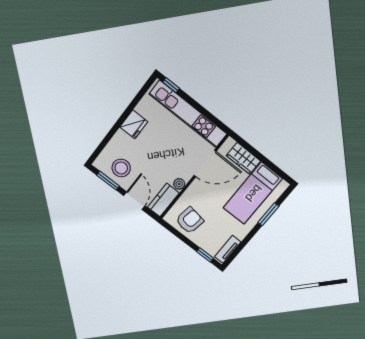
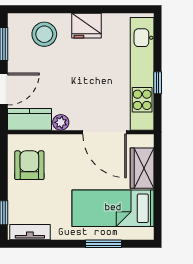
window: (171, 85) -> (158, 83), moved
stool: (121, 168) -> (44, 34), moved
armchair: (190, 220) -> (29, 165), turned -99

